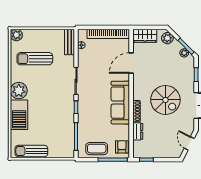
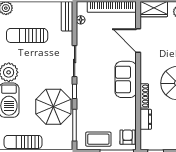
door: (131, 63) -> (138, 40), hinge flipped
sofa: (120, 103) -> (126, 79), width x0.73
parasol: (58, 120) -> (53, 107), added

